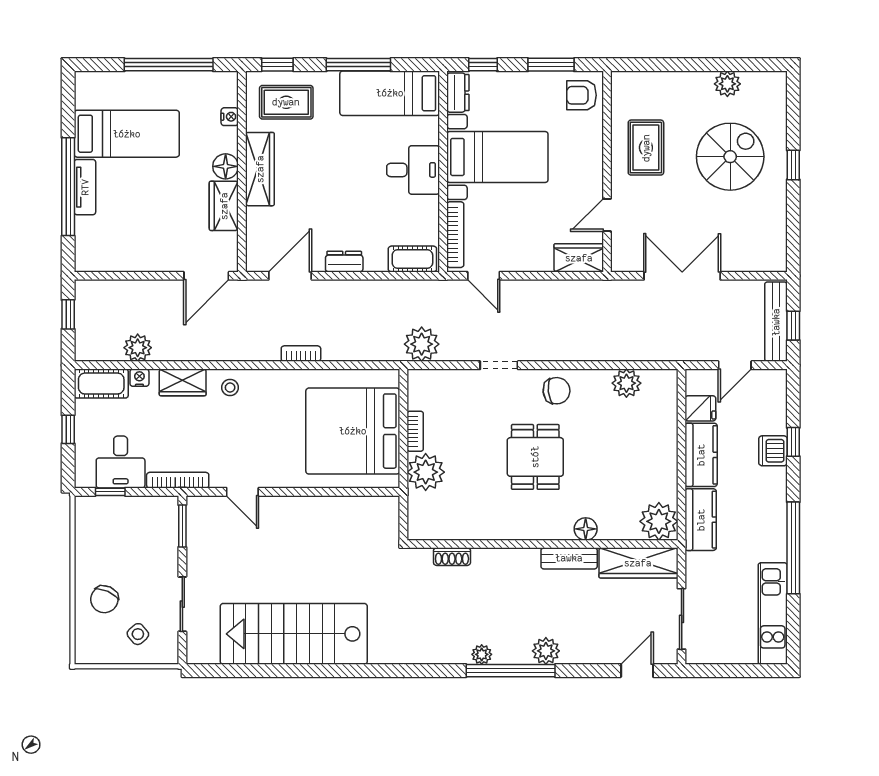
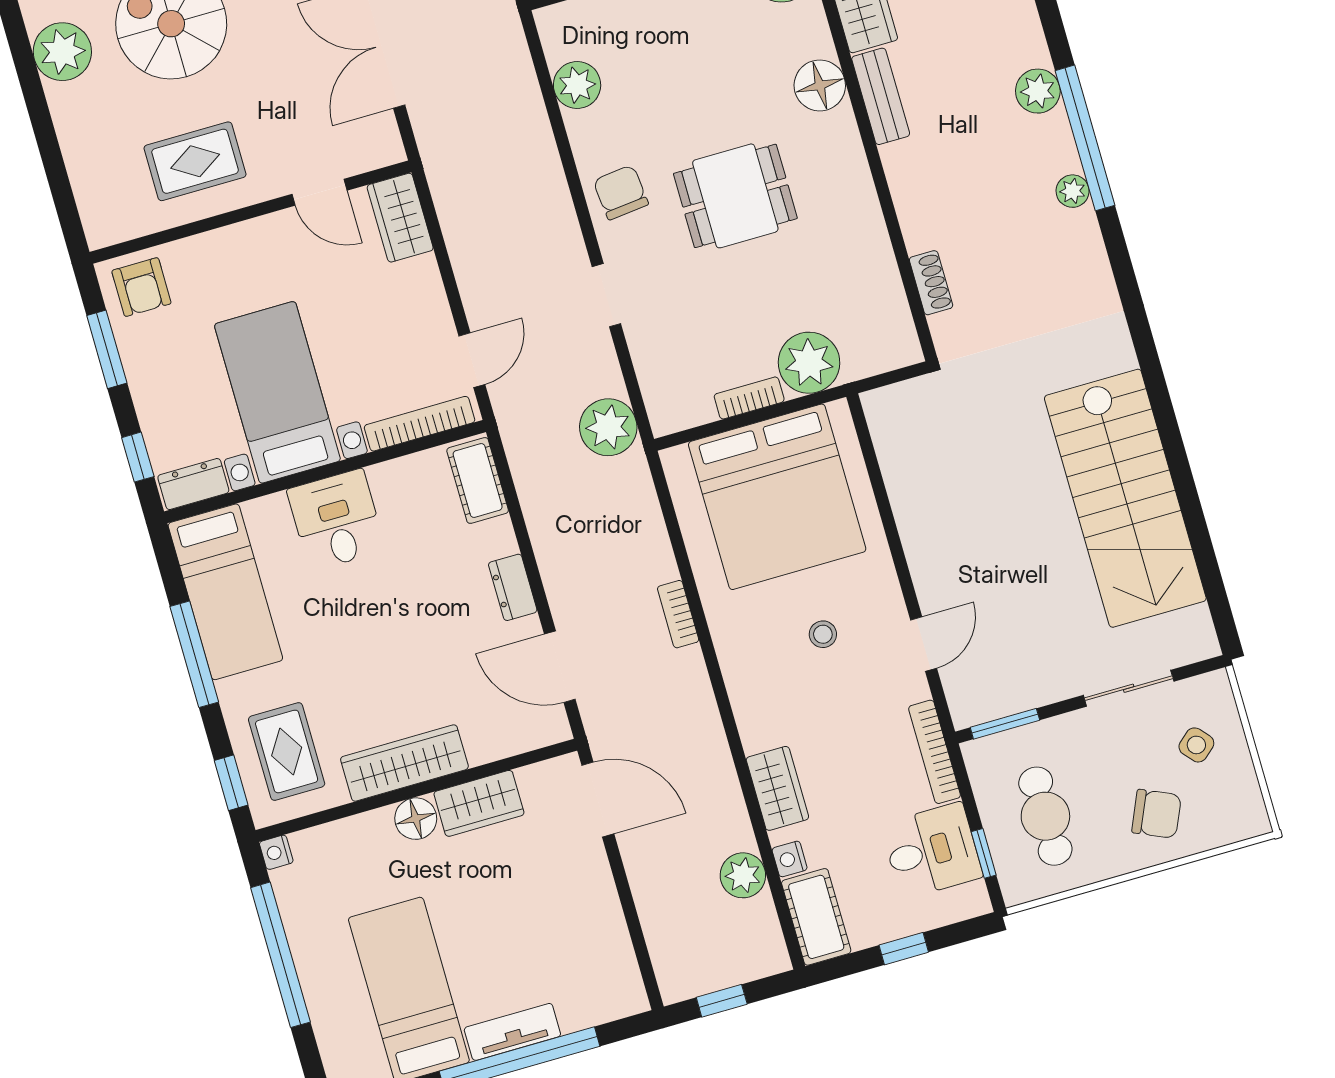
plant: (727, 84) -> (62, 52), width x1.36, depth x1.36
nightstand: (230, 117) -> (276, 852), moved, turned -90
stool: (230, 387) -> (823, 634), moved
floor lamp: (586, 529) -> (820, 85), width x1.38, depth x1.38
cafe table: (122, 534) -> (1045, 816), added

